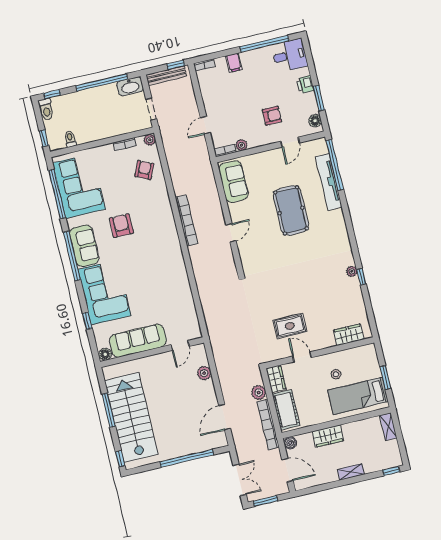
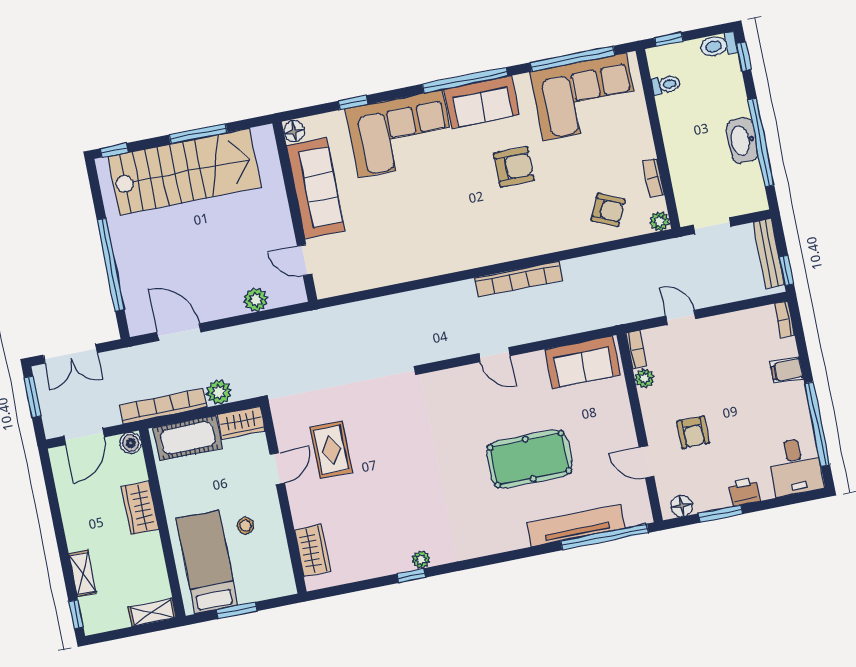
washbasin: (130, 86) -> (742, 141), moved
shelving: (351, 472) -> (83, 573), moved

